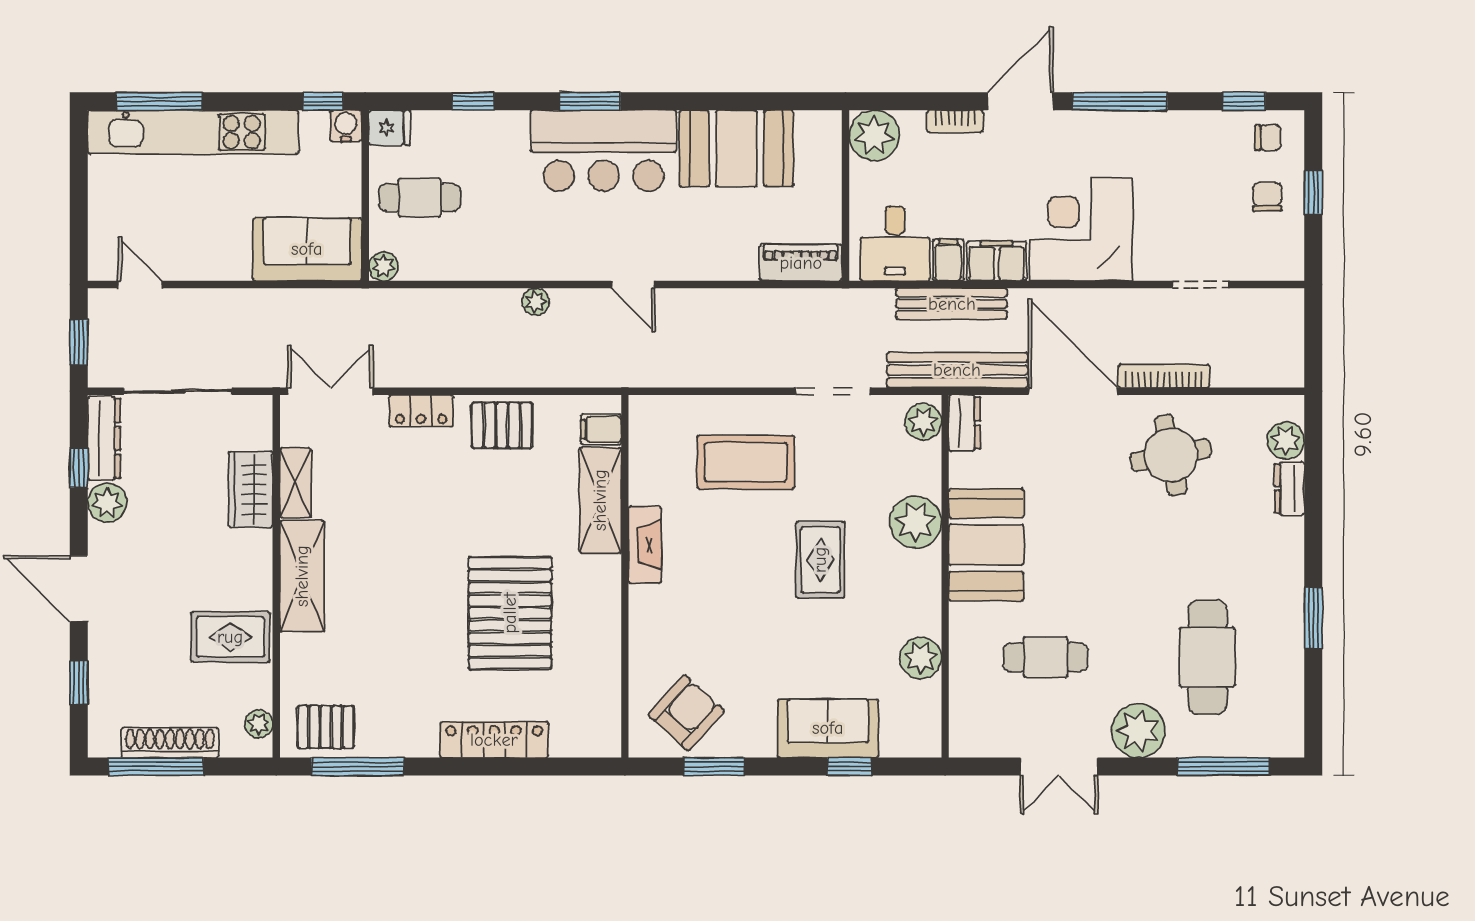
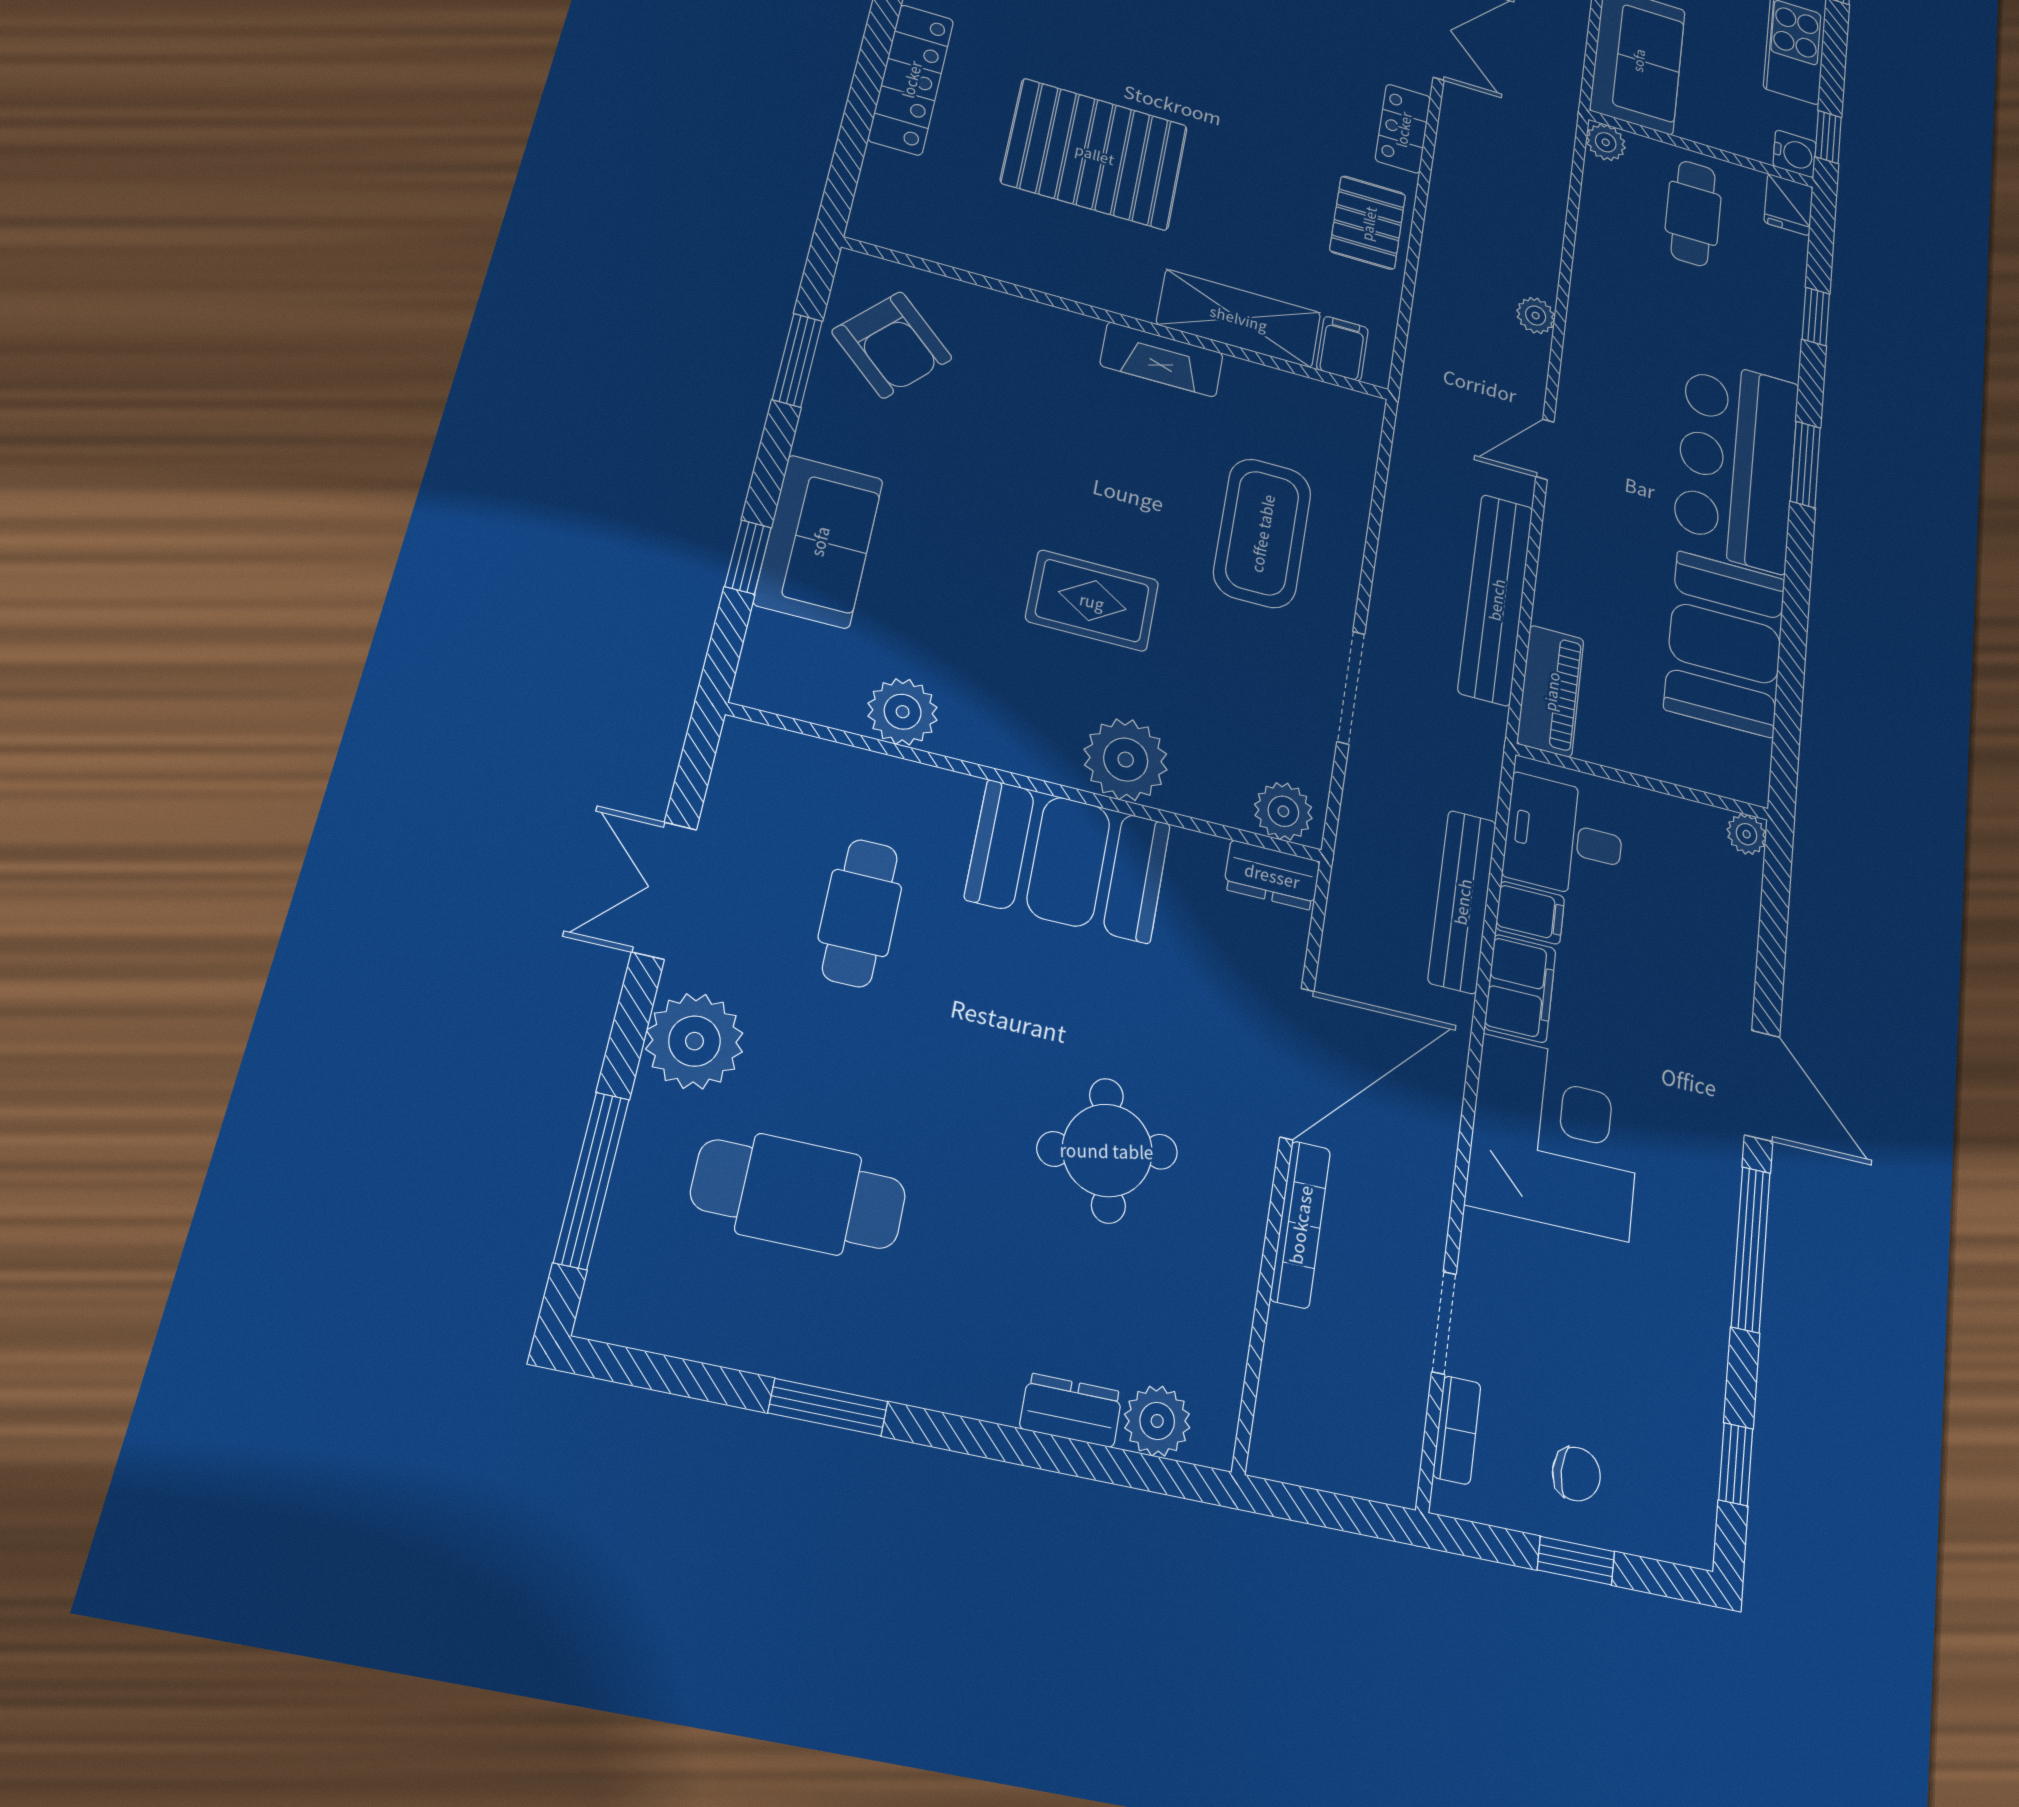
bookcase: (955, 121) -> (1457, 1430), moved, turned 180
plant: (874, 135) -> (1747, 834), width x0.53, depth x0.53
chair: (1268, 138) -> (1674, 1496), removed
bench: (957, 370) -> (1496, 599), moved
round table: (1171, 455) -> (1107, 1150), moved

